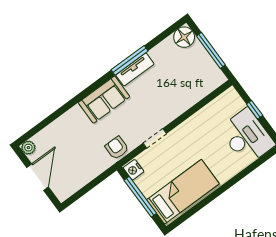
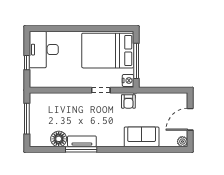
floor lamp: (184, 37) -> (59, 139), moved
sofa: (104, 100) -> (142, 137), moved
bed: (183, 192) -> (108, 51), width x1.50

